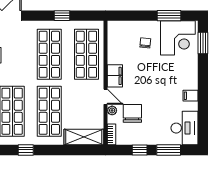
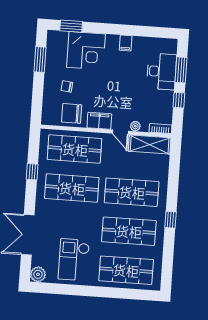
corner desk: (178, 38) -> (86, 51), moved, turned 90
door: (105, 97) -> (120, 132), swing flipped
chair: (132, 113) -> (72, 113), moved
desk: (184, 128) -> (162, 71), moved, turned 90
shelving: (84, 137) -> (150, 145), moved, turned 90

